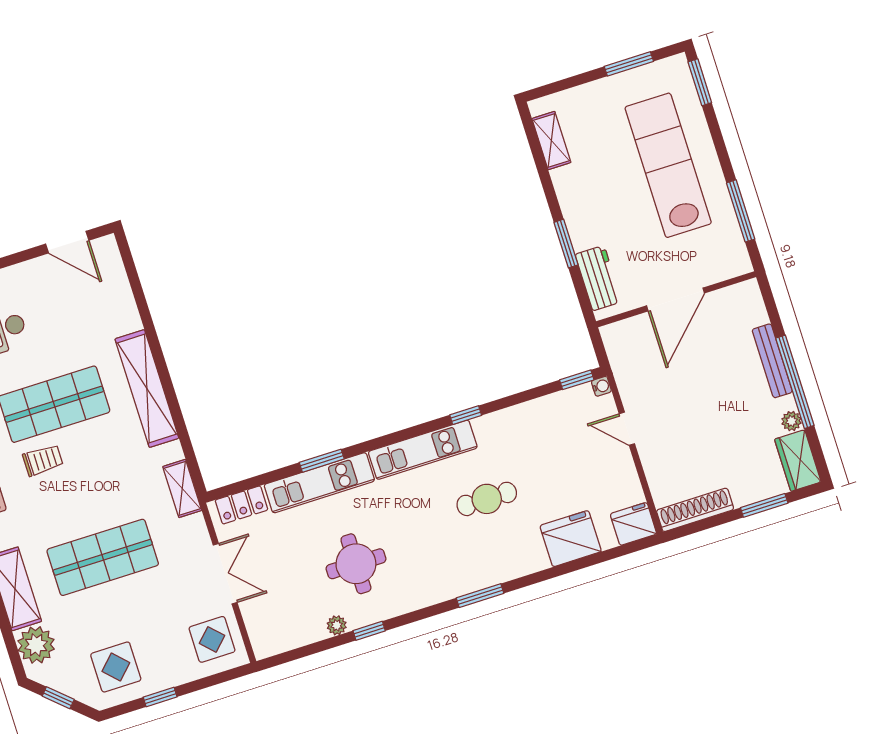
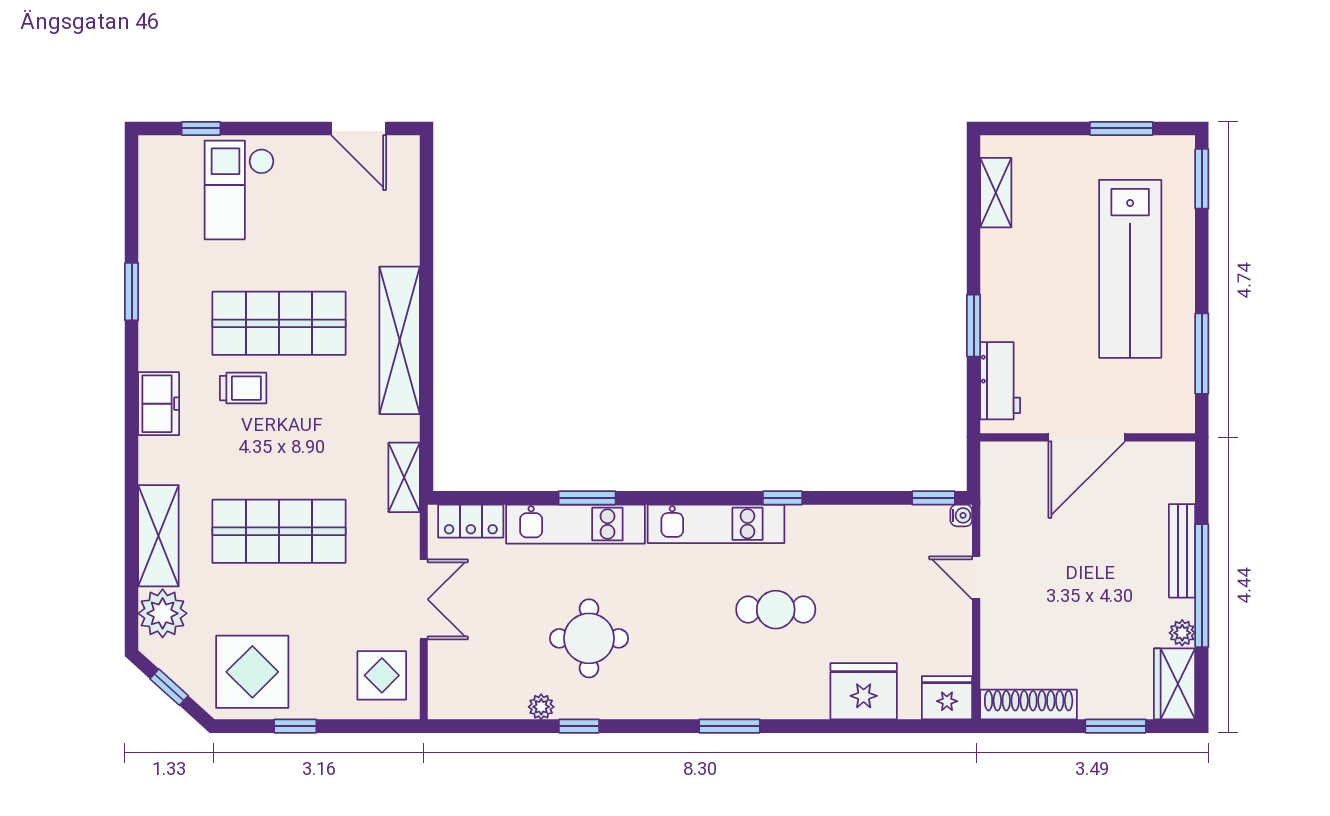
lab bench: (668, 165) -> (1130, 269), turned 180
display table: (116, 667) -> (252, 672), width x1.36, depth x1.36

